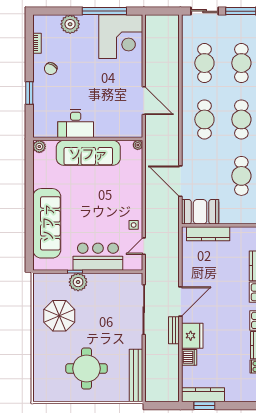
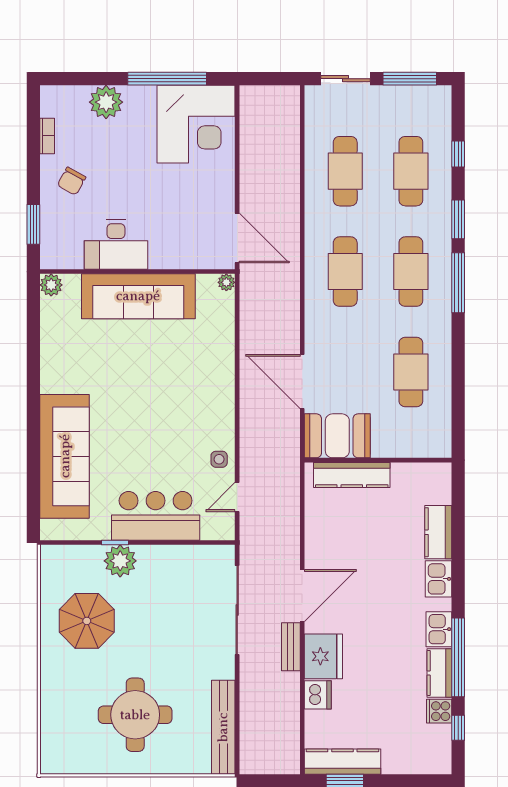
desk: (76, 124) -> (116, 245), moved
wall: (88, 139) -> (137, 272), moved
plant: (138, 145) -> (226, 282), moved
plant: (39, 146) -> (51, 285), moved
sofa: (88, 153) -> (138, 296), moved

